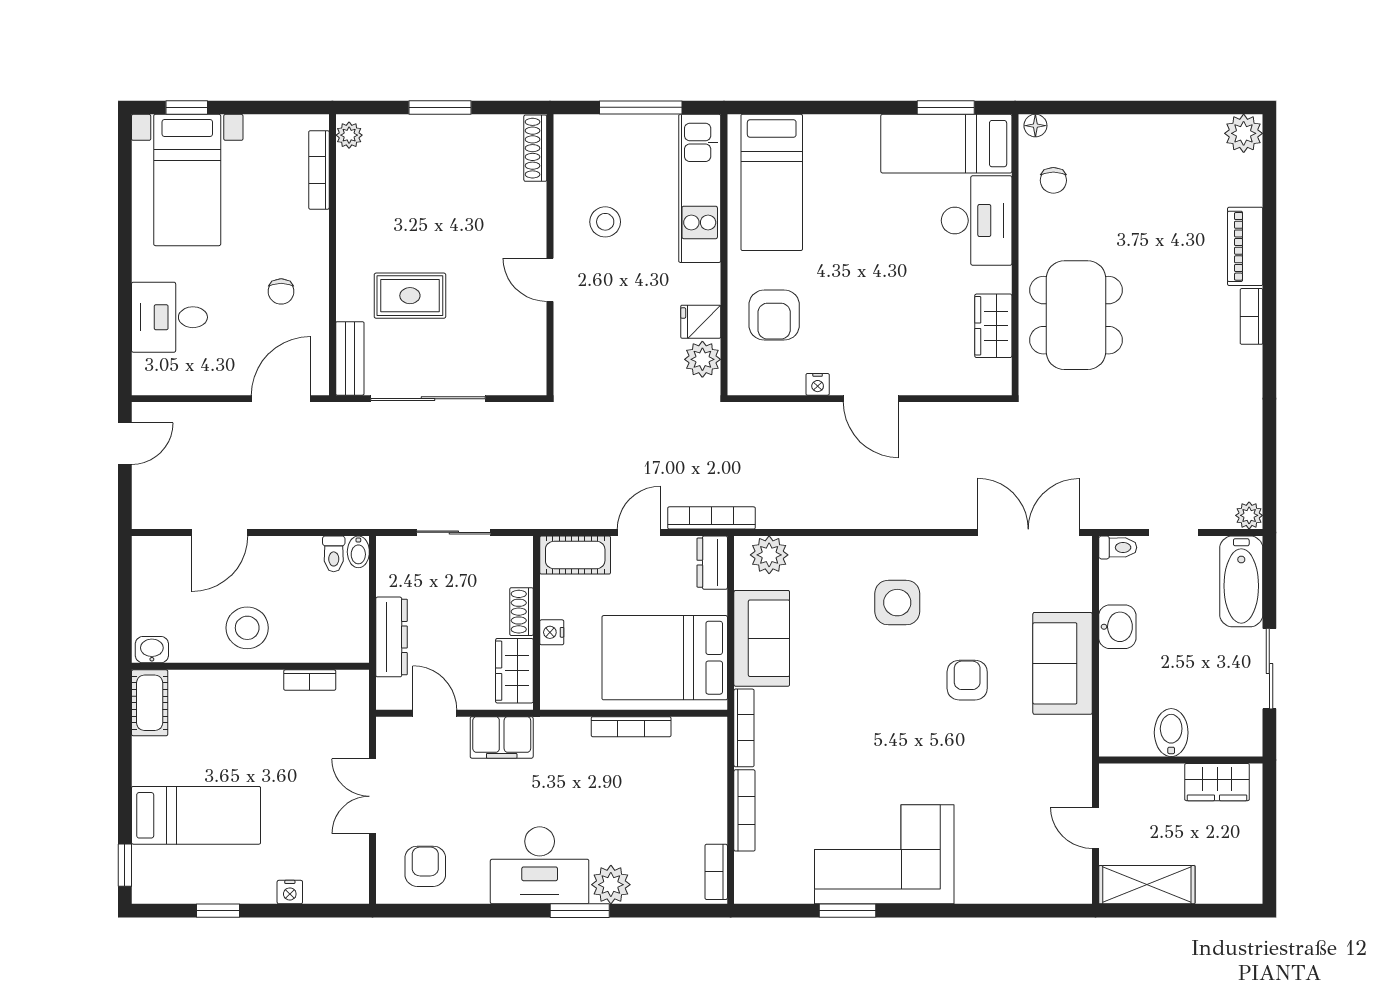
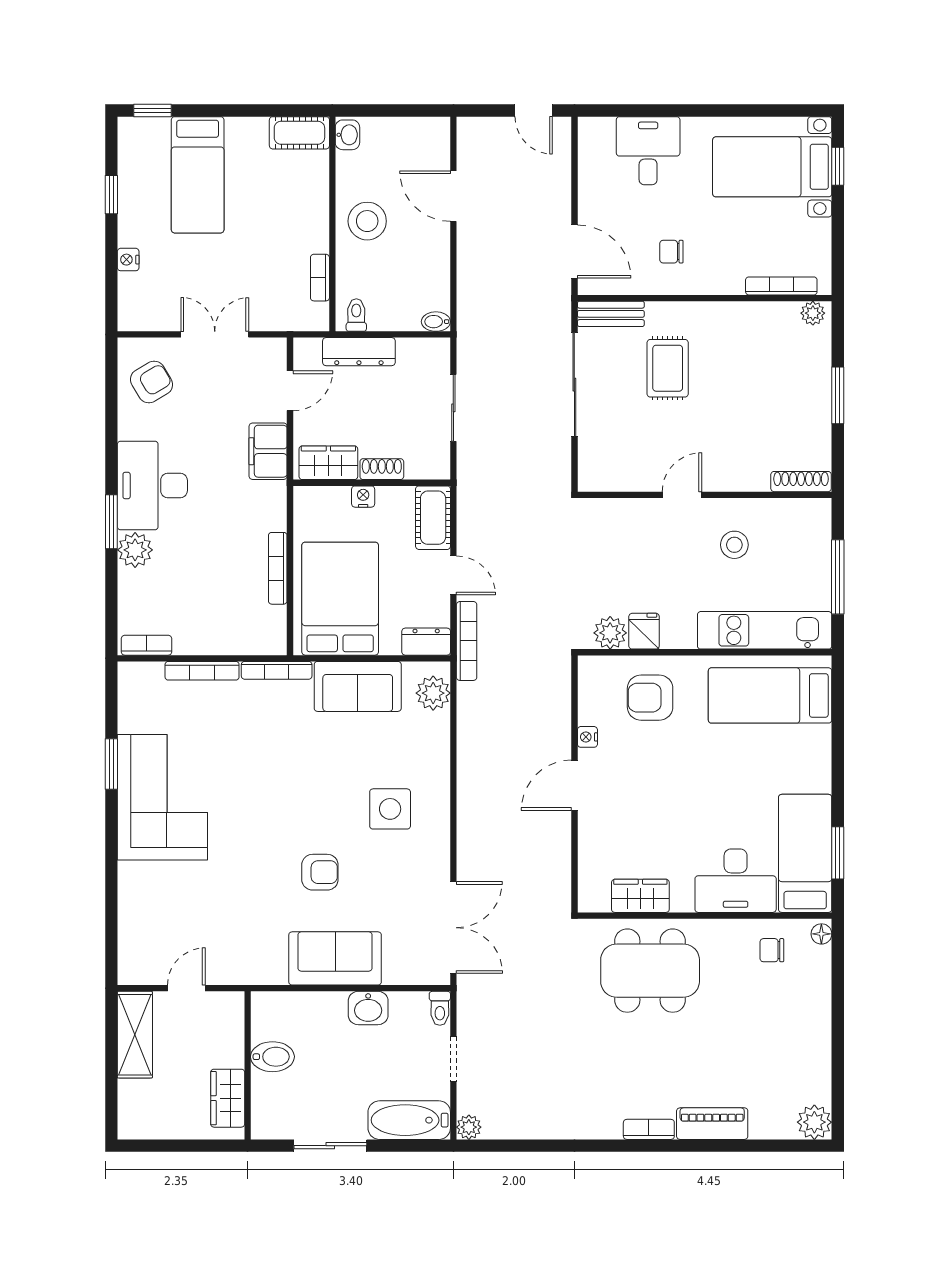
toilet: (334, 554) -> (356, 315), moved, turned 90
armchair: (425, 866) -> (151, 382), turned -31

